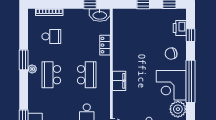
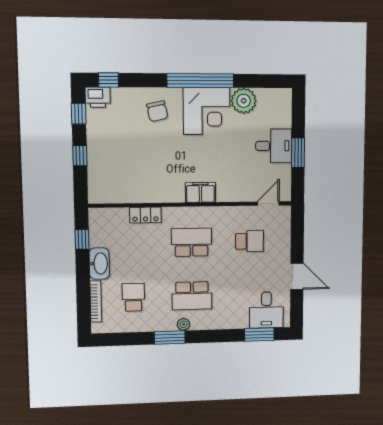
washbasin: (100, 15) -> (99, 264), moved
printer: (180, 28) -> (98, 97), moved
window: (190, 35) -> (108, 80), moved

